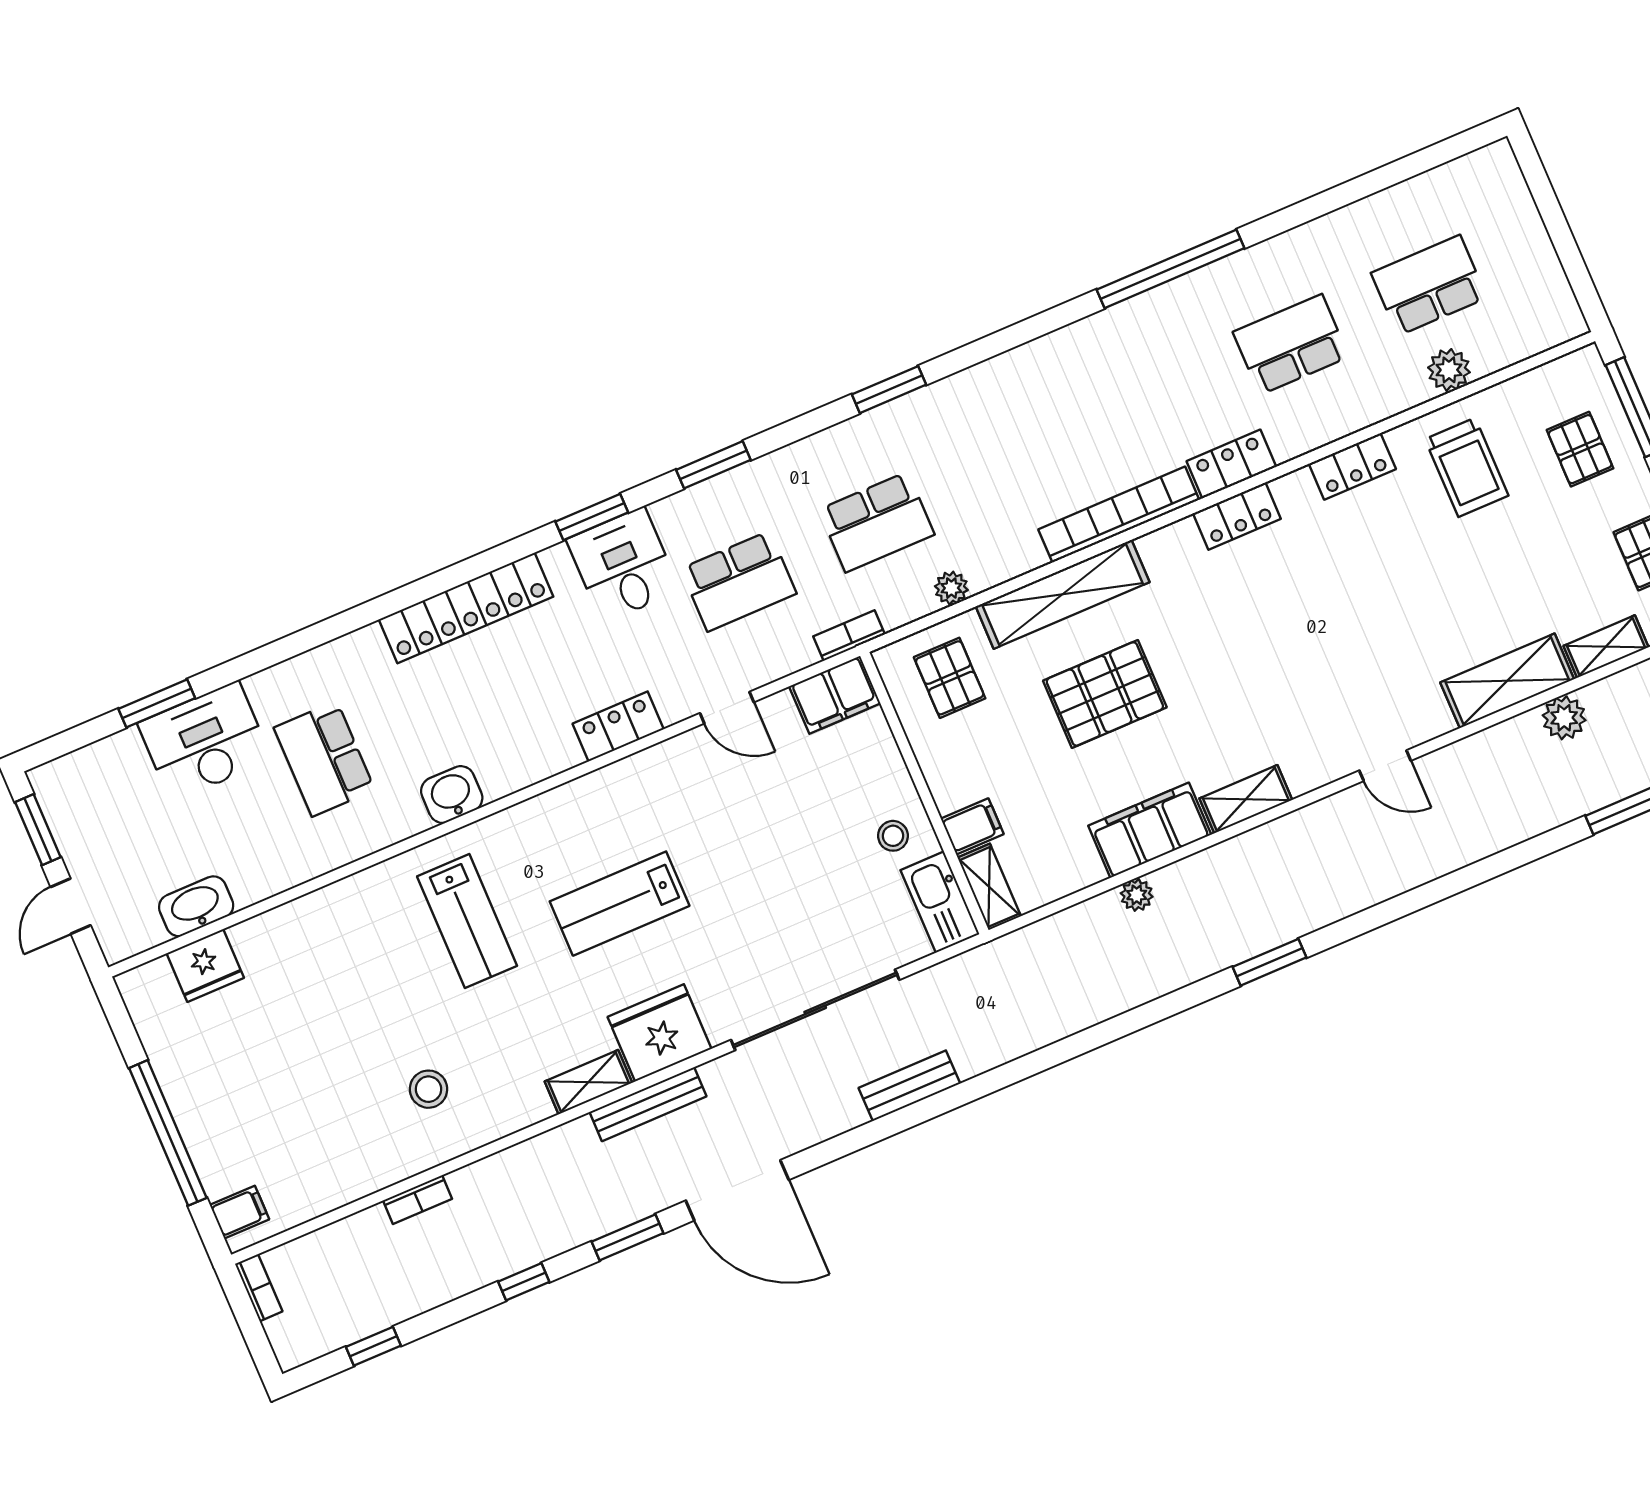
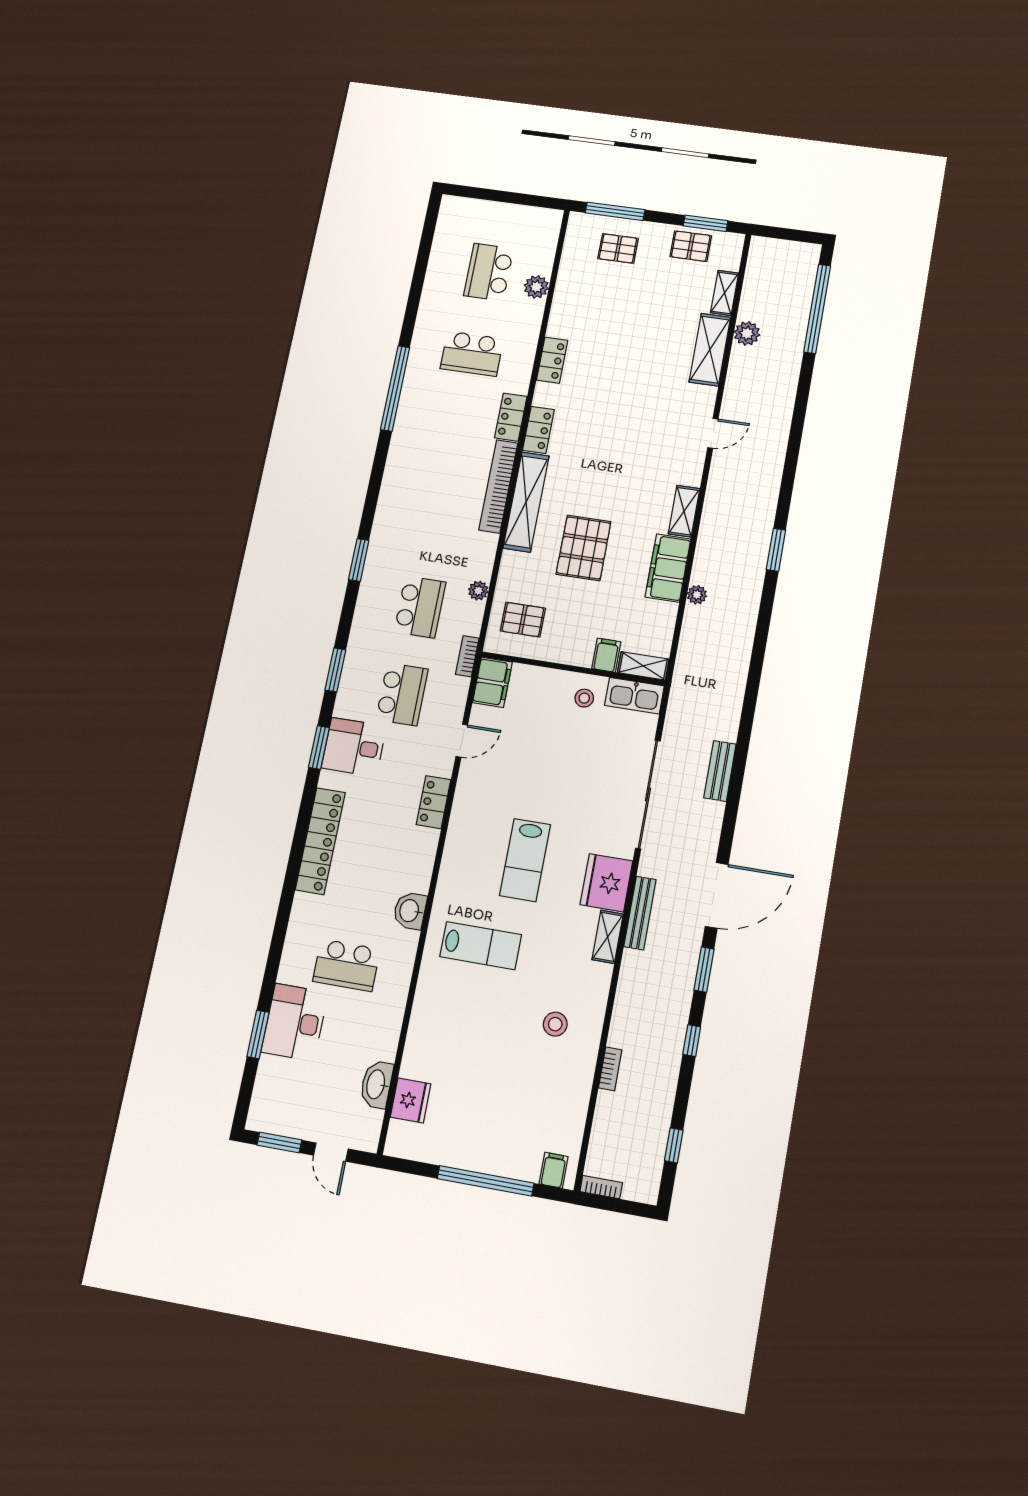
school desk: (1291, 345) -> (472, 354), turned -90
trolley: (1467, 467) -> (590, 307), removed
shelving: (1063, 594) -> (526, 502), moved

